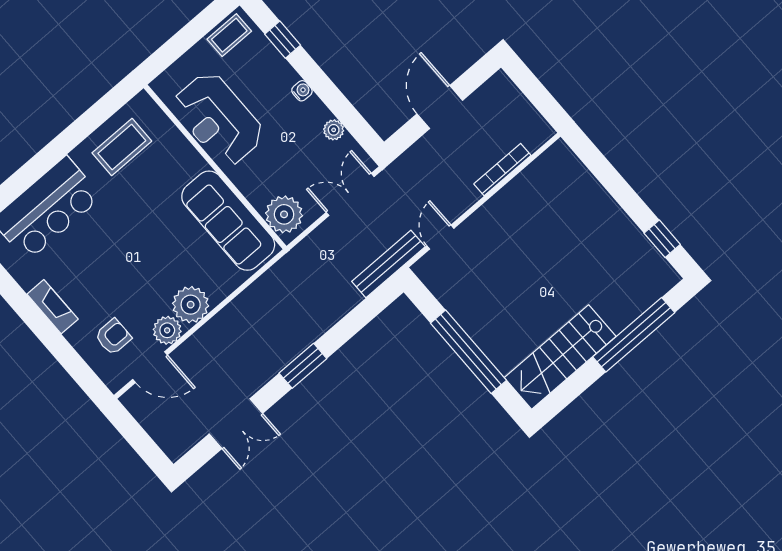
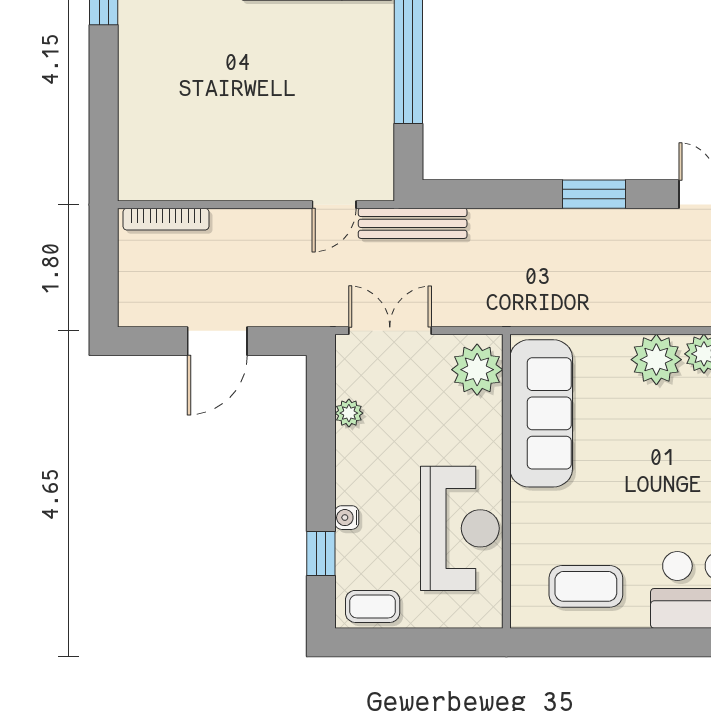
water cooler: (302, 91) -> (347, 518), moved
bookcase: (502, 170) -> (166, 219), moved
double door: (350, 194) -> (390, 331), swing flipped

